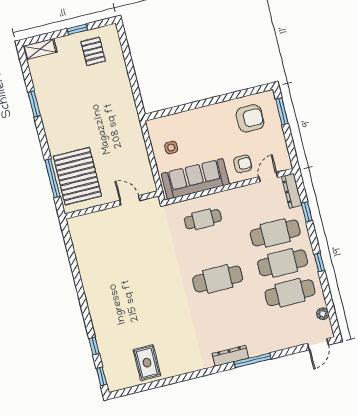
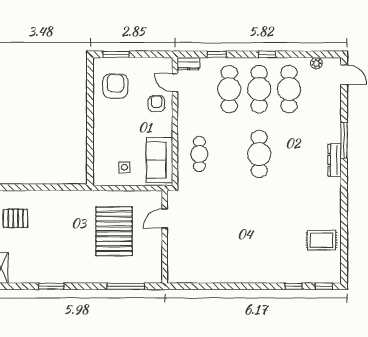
pallet: (77, 176) -> (114, 231), moved, turned 90
sofa: (195, 179) -> (160, 160), width x0.73
dresser: (292, 191) -> (188, 64), width x0.70

